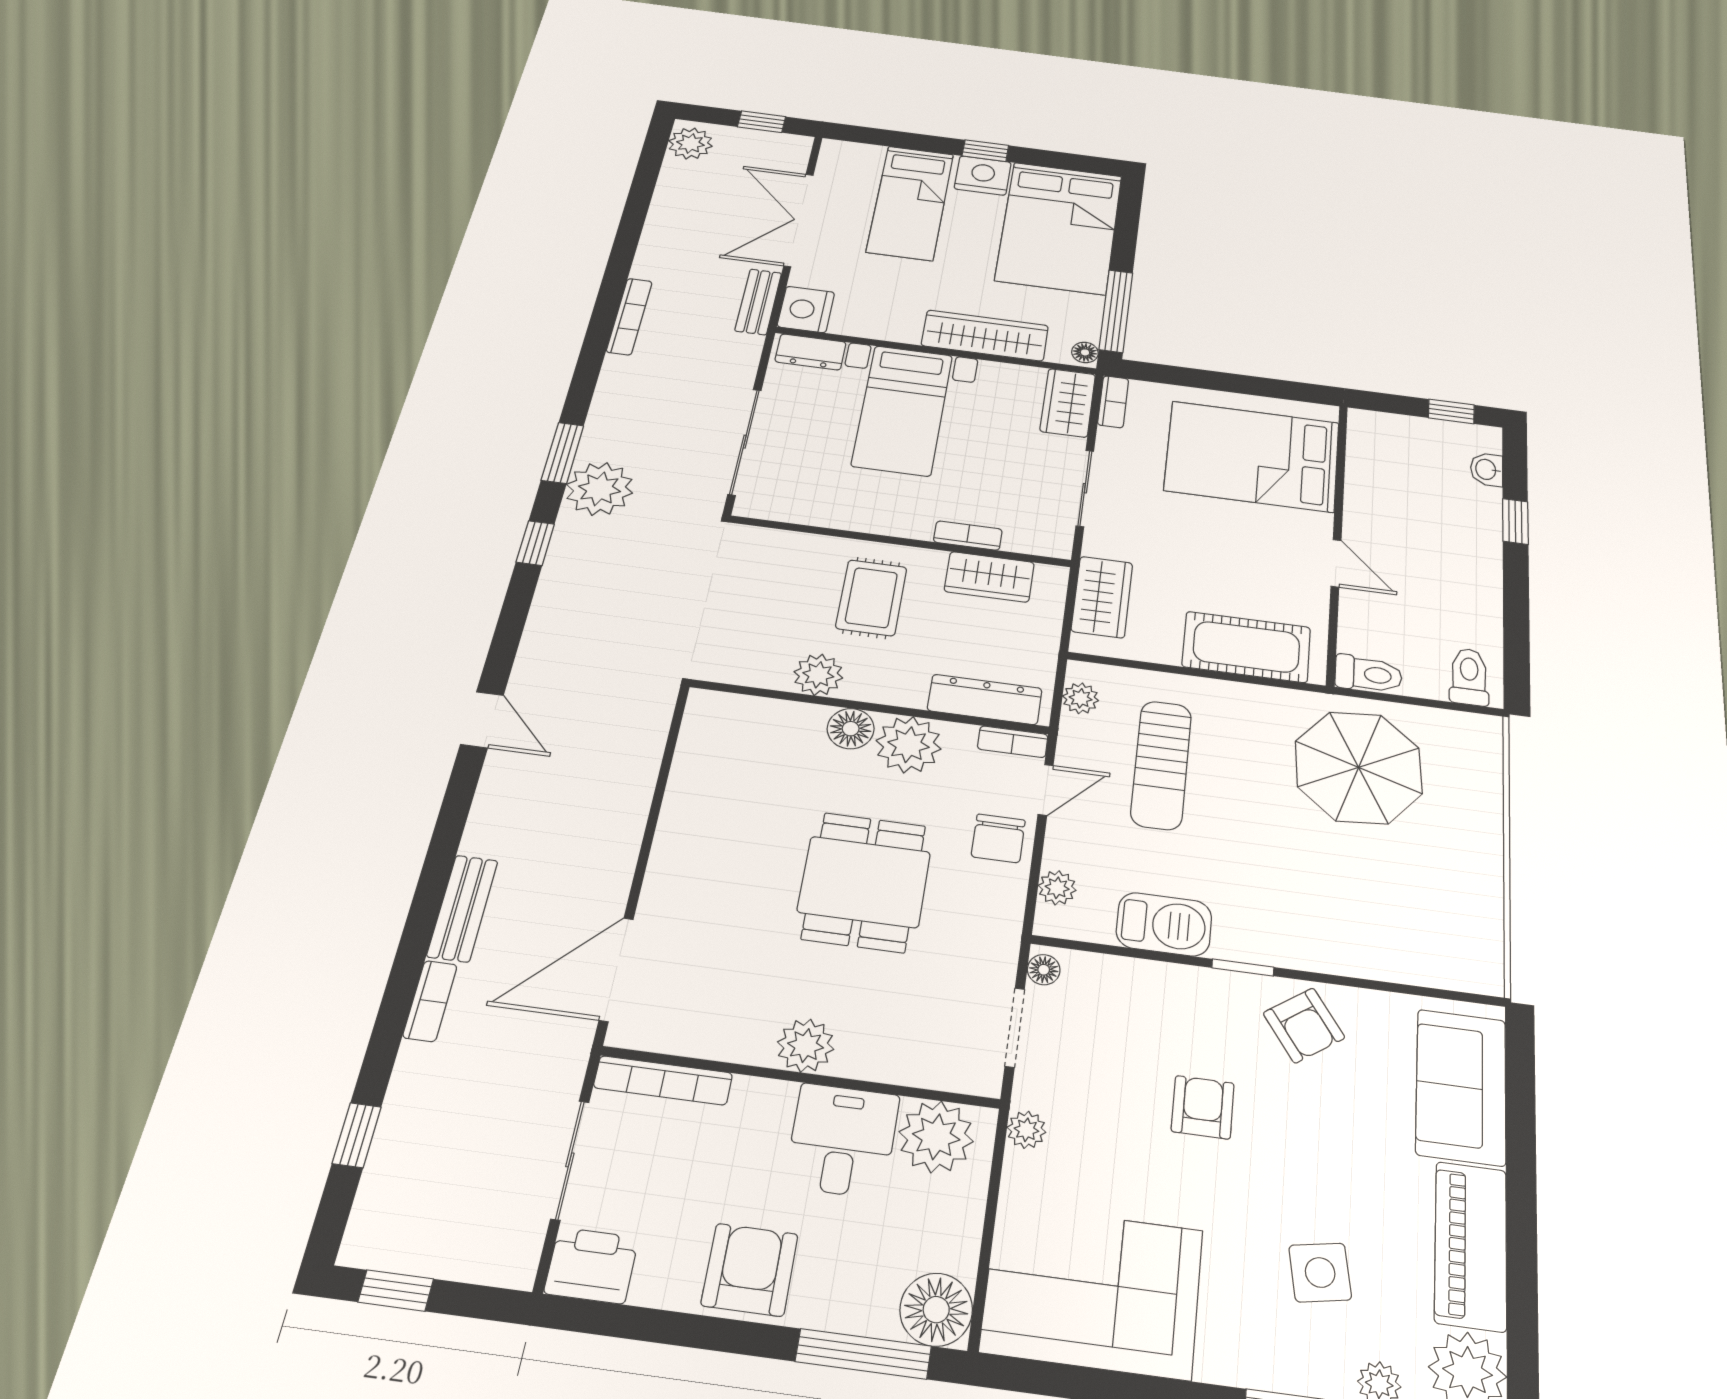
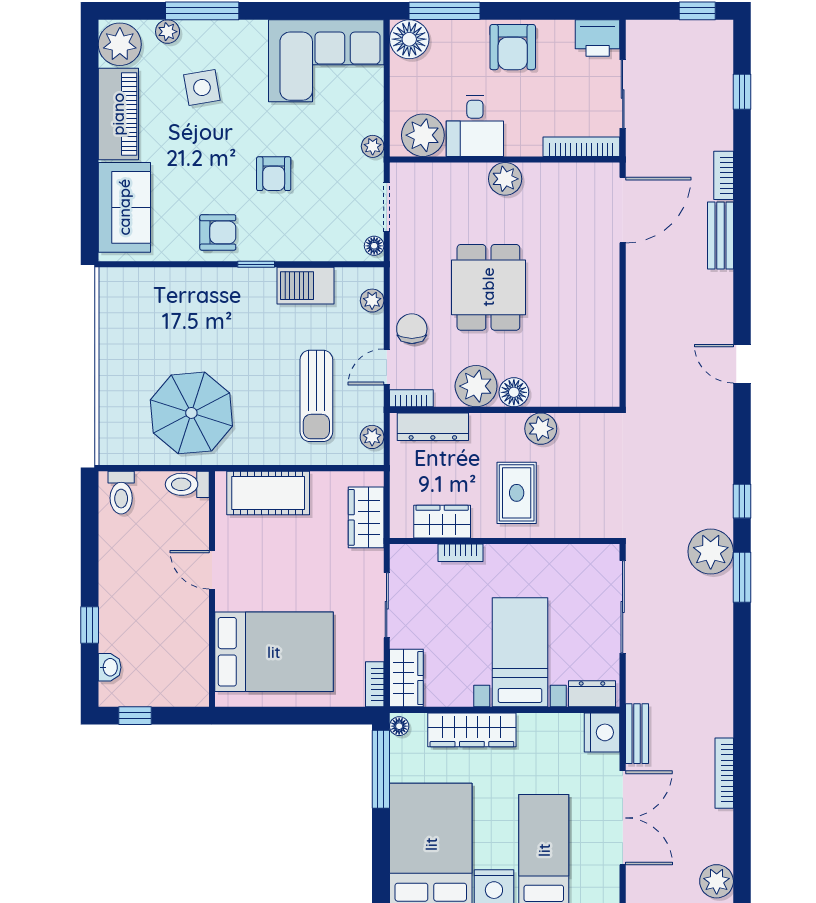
bookcase: (629, 316) -> (724, 773), moved
sun lounger: (1161, 765) -> (316, 396), turned 180
armchair: (1304, 1025) -> (218, 232), turned 125

